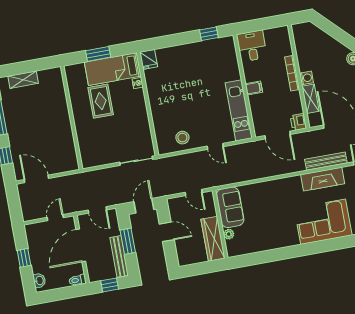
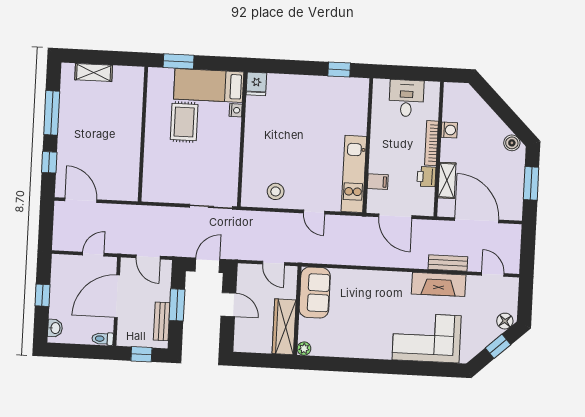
desk: (252, 46) -> (406, 98), moved
window: (98, 54) -> (179, 61), moved
washing machine: (306, 78) -> (449, 130), moved
filing cabinet: (254, 88) -> (378, 182), moved
printer: (298, 122) -> (426, 177), moved
bench: (326, 161) -> (448, 263), width x0.73
plant: (229, 234) -> (304, 349), moved
bench: (119, 256) -> (162, 321), width x0.73

